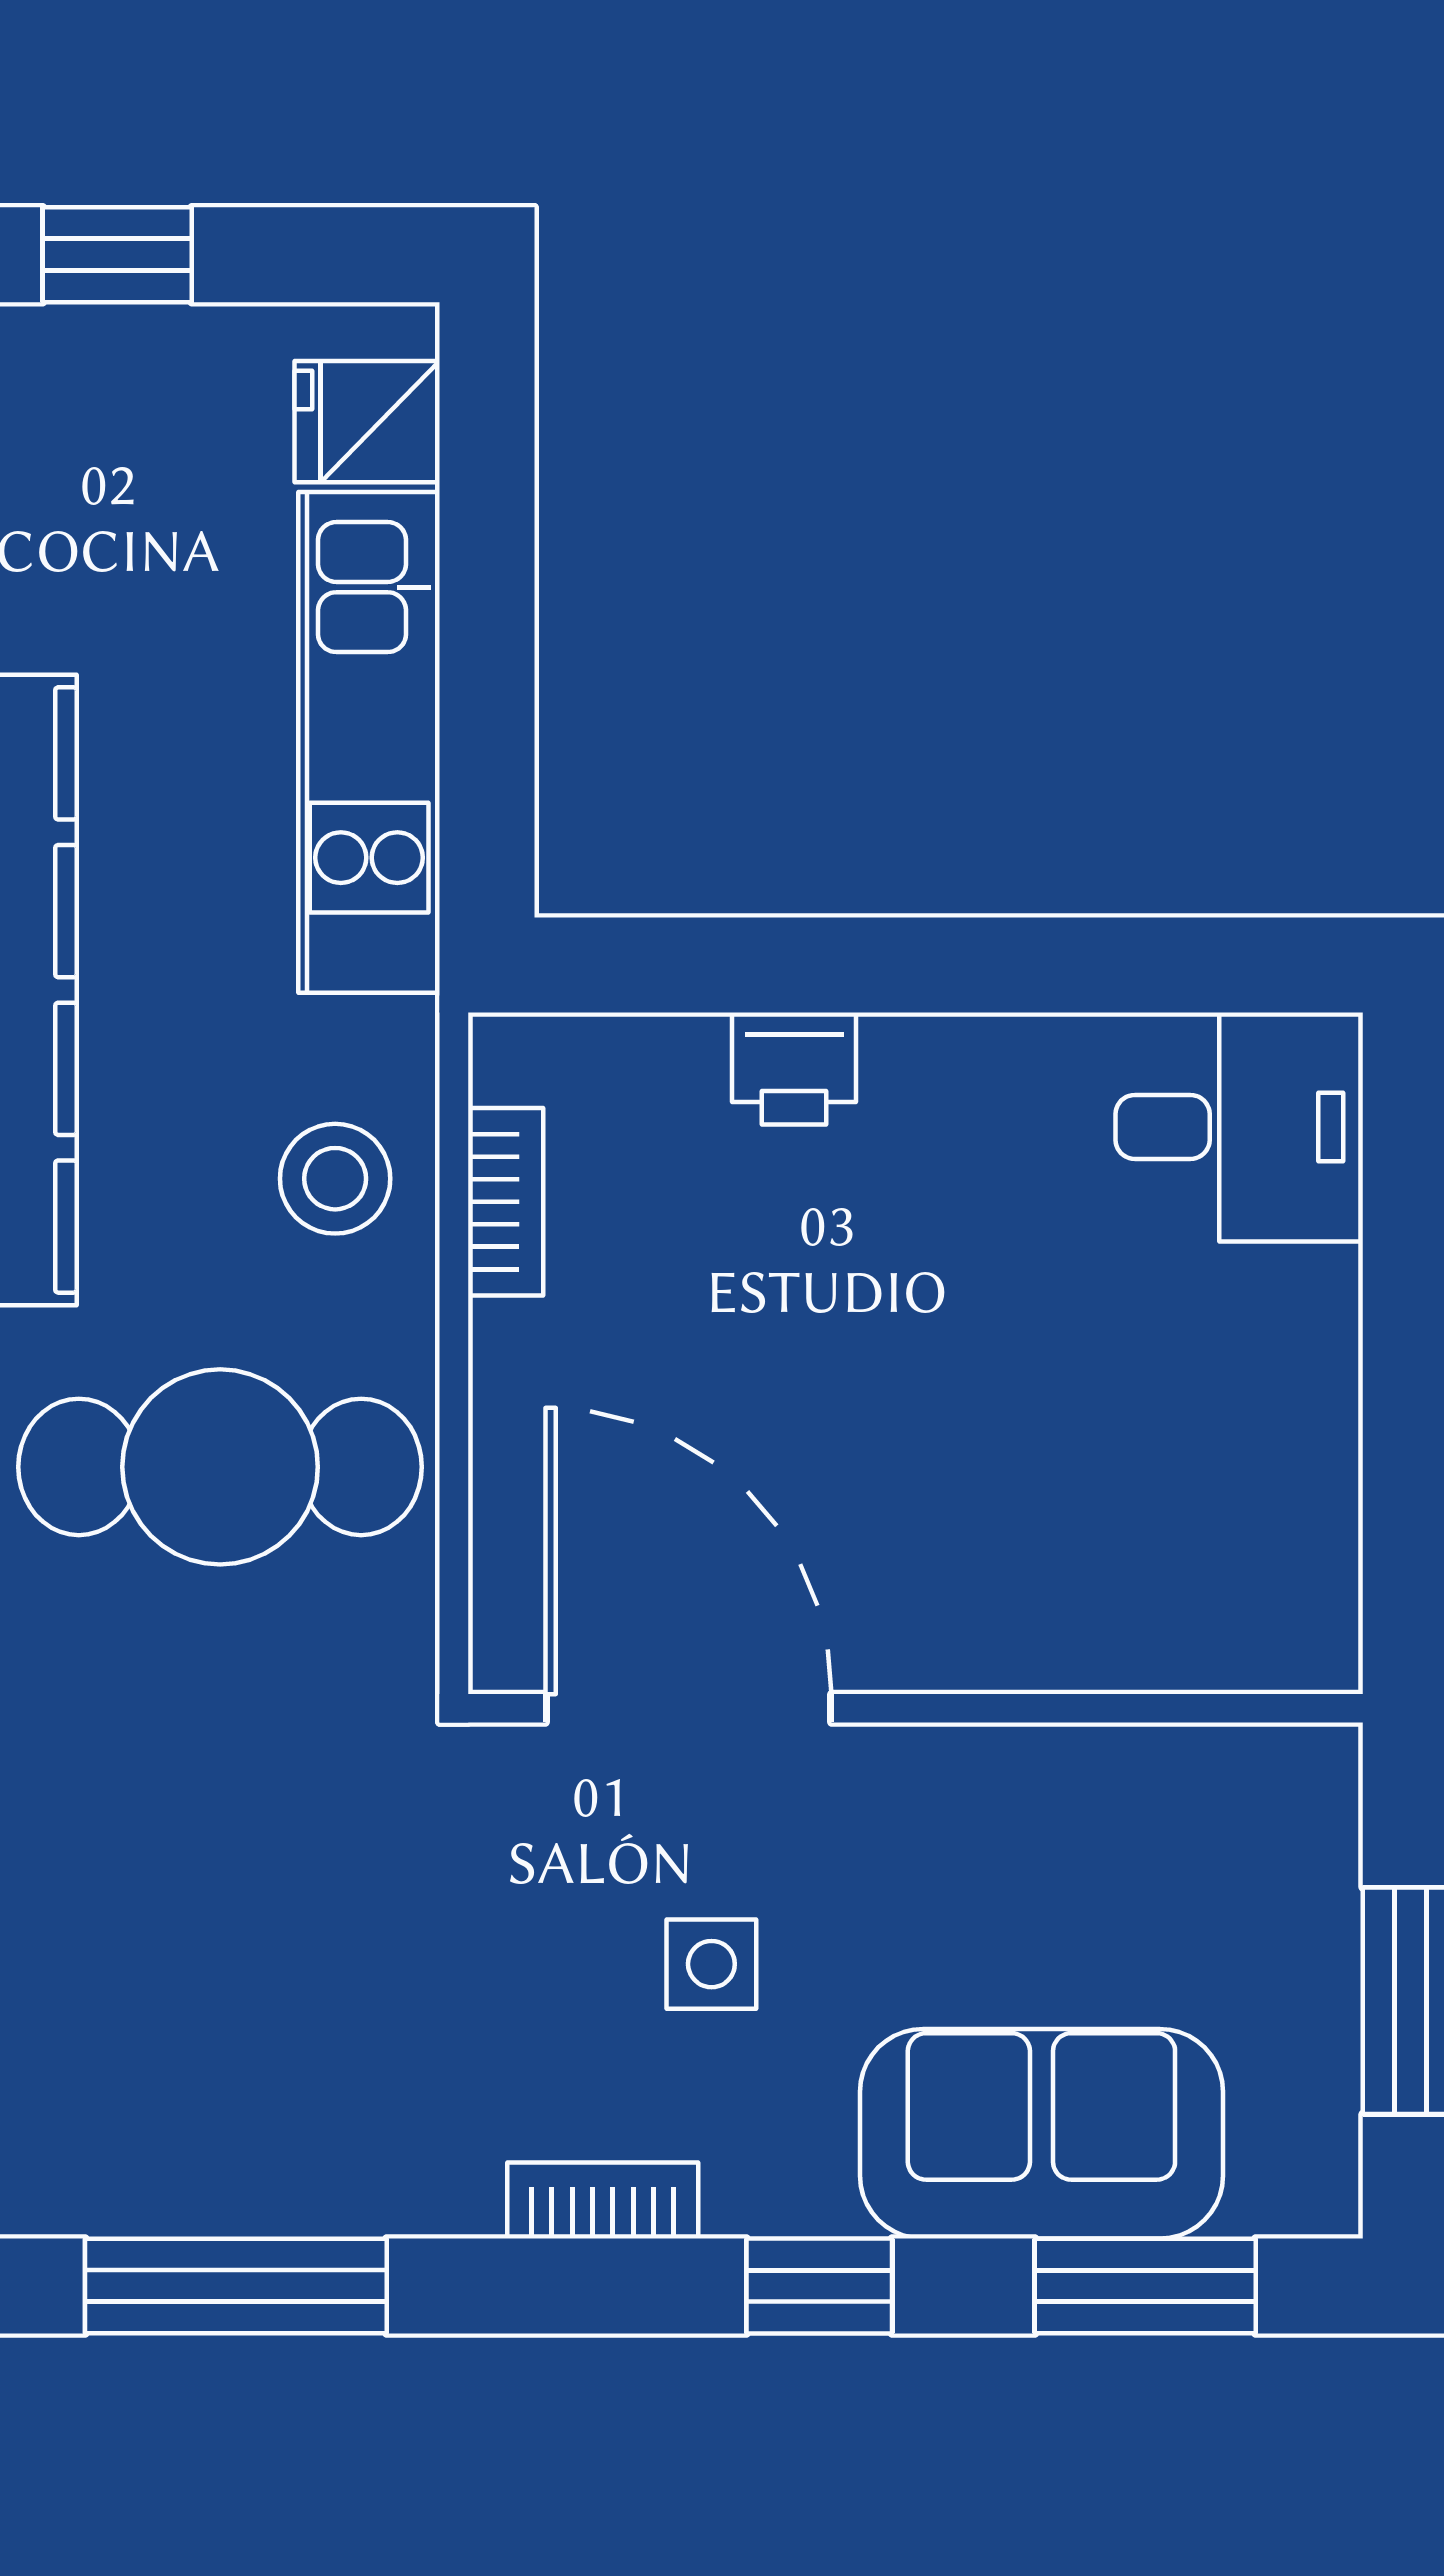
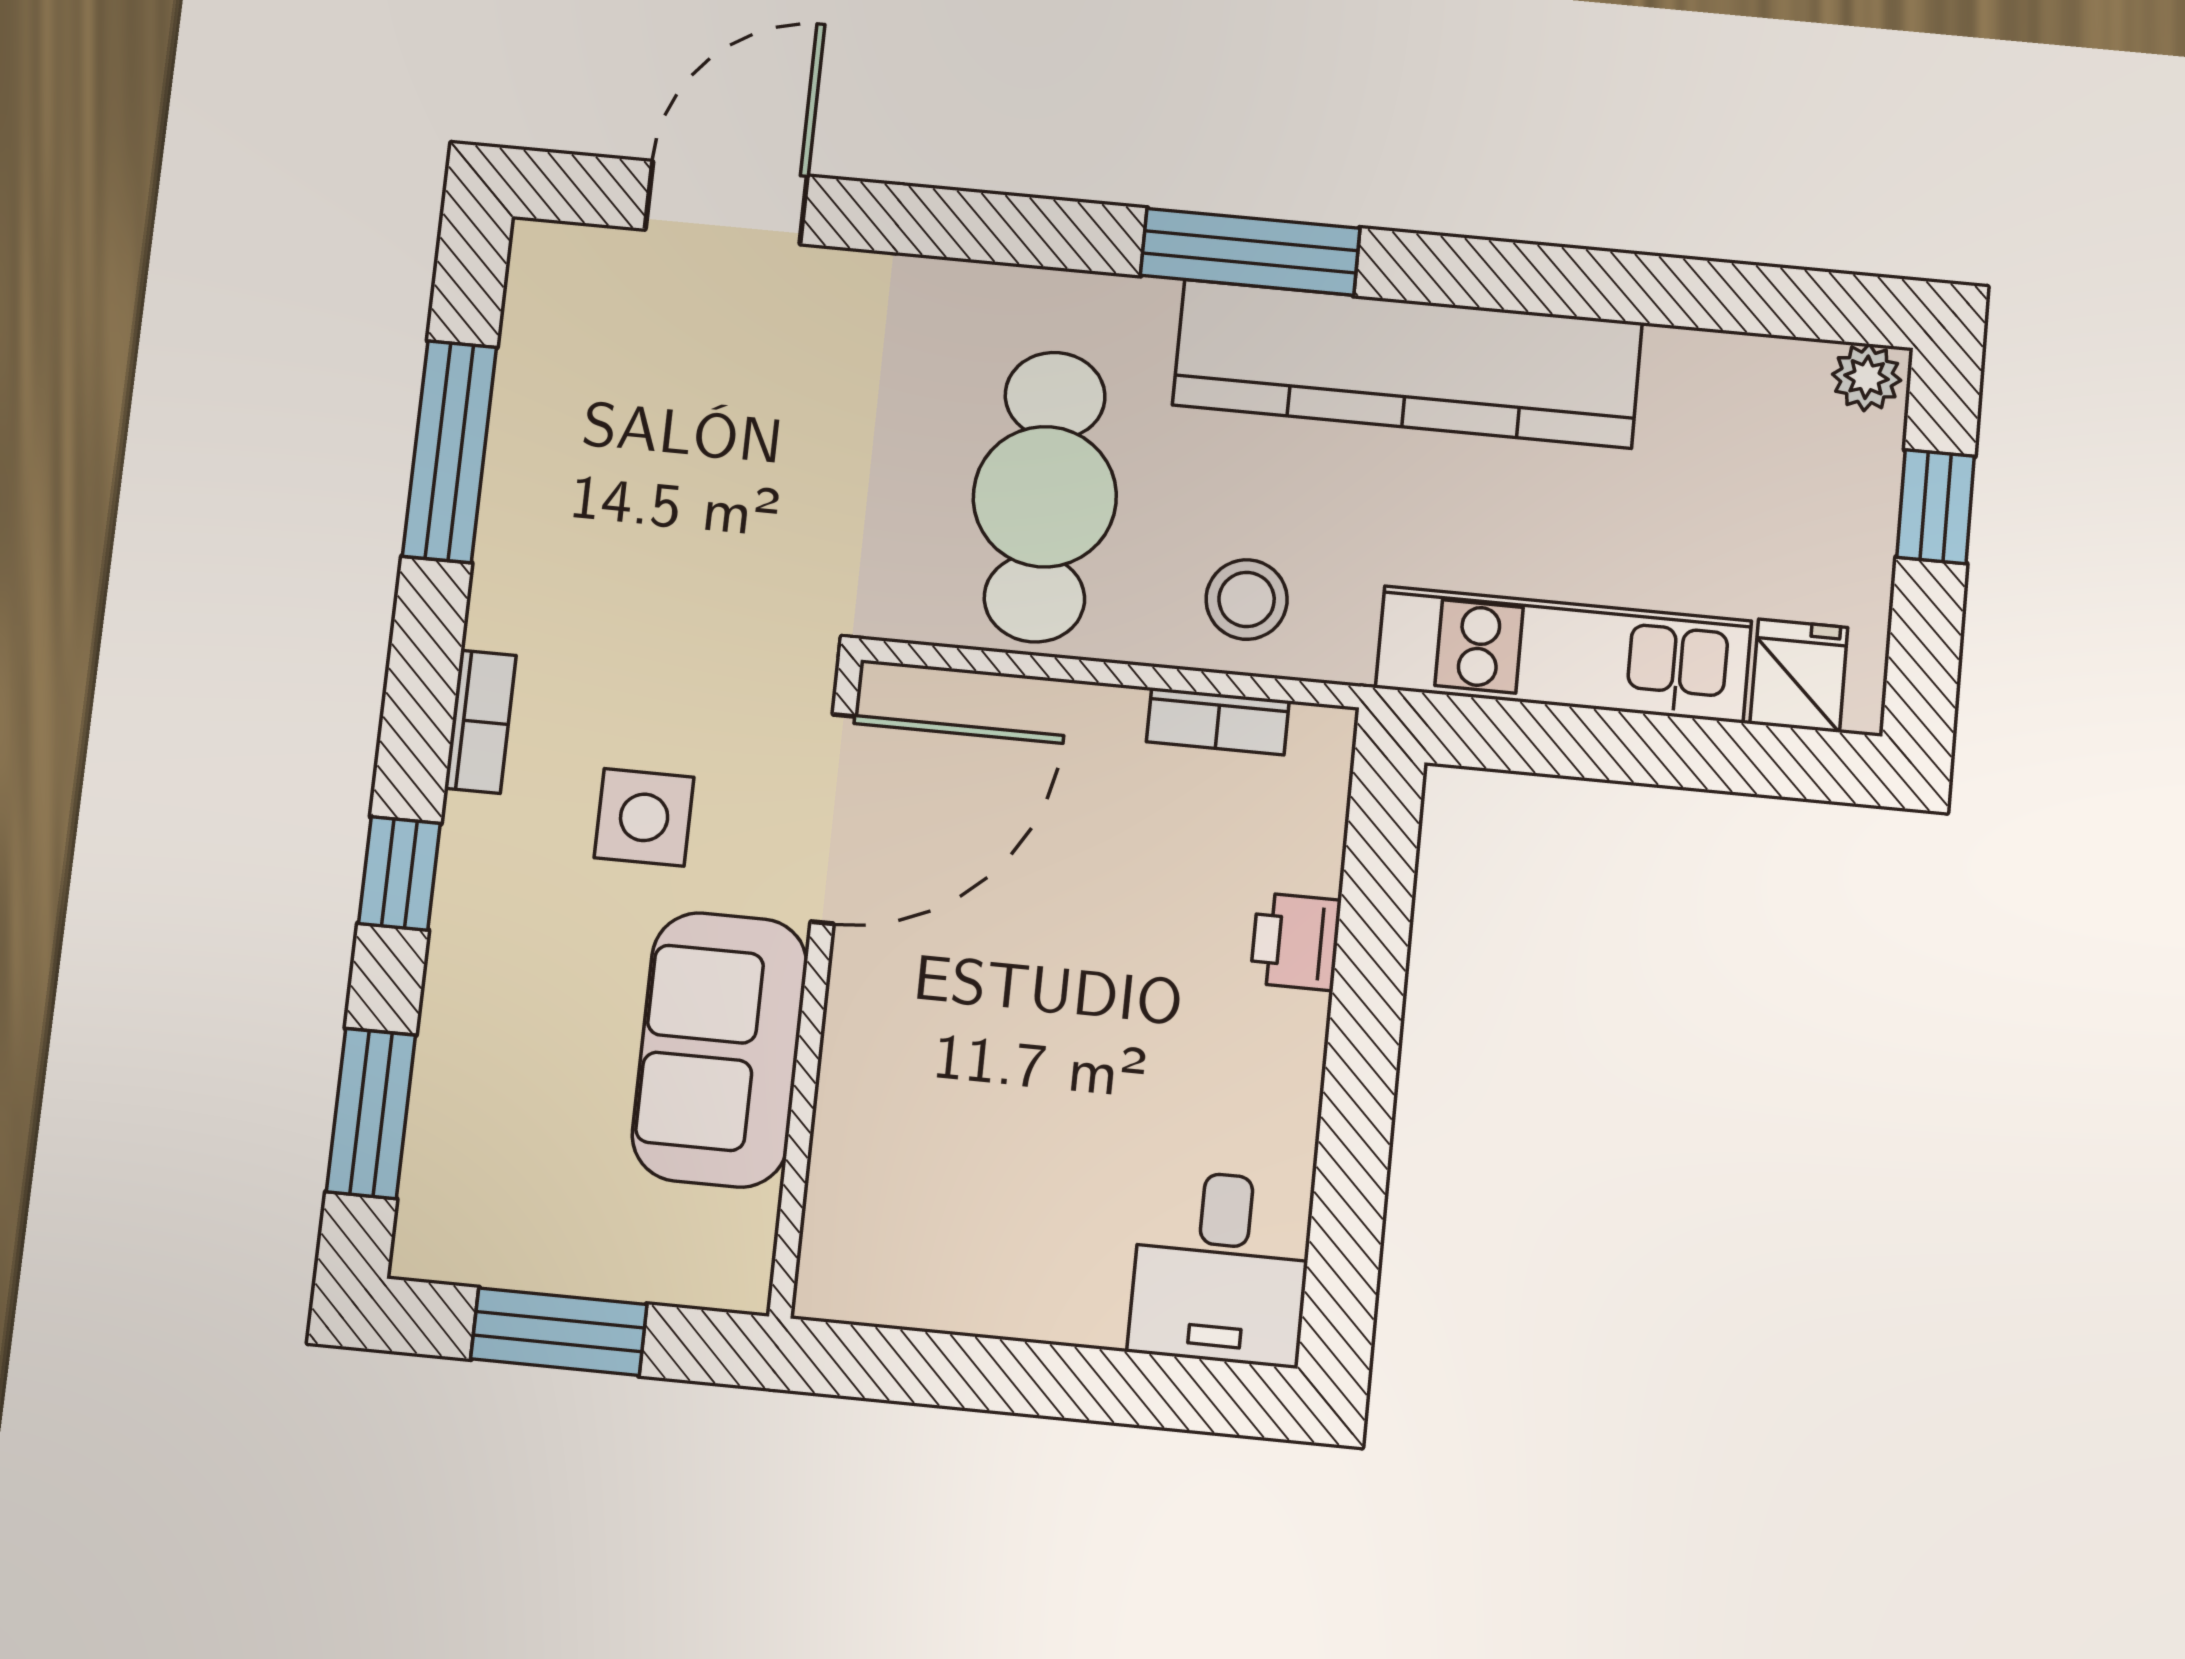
side table: (711, 1964) -> (644, 817), width x1.37, depth x1.37
sofa: (1041, 2134) -> (720, 1050), moved, turned 180

